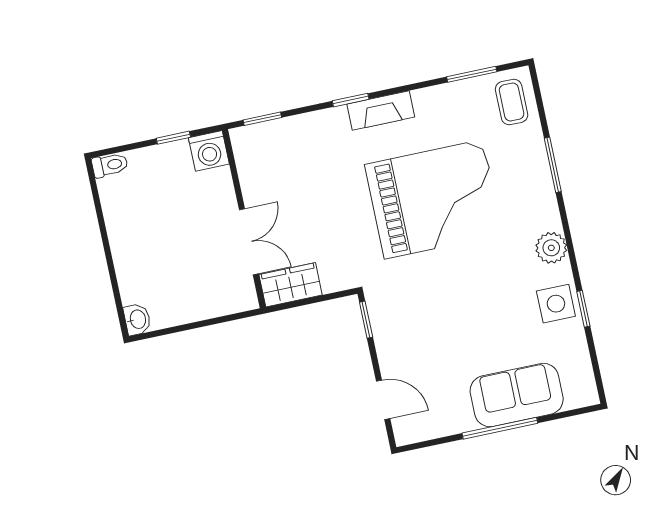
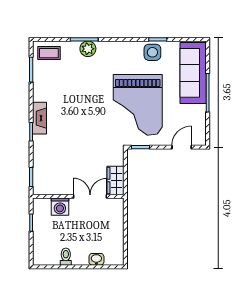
washing machine: (209, 151) -> (60, 207), moved, turned 90
toilet: (110, 165) -> (66, 257), moved
grand piano: (434, 199) -> (138, 105), moved, turned 180
plant: (551, 248) -> (88, 49), moved
washbasin: (137, 319) -> (96, 259), moved
sofa: (517, 395) -> (193, 73), width x1.36

